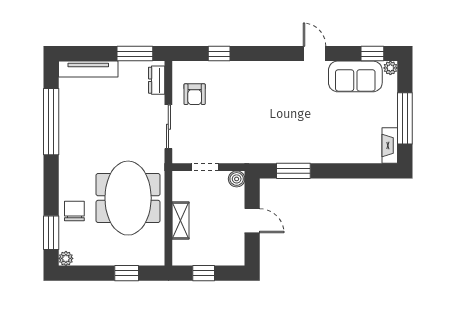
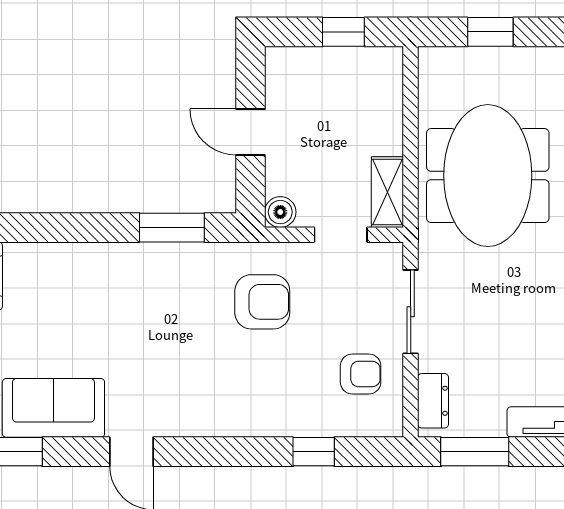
armchair: (195, 94) -> (361, 374), turned 90
armchair: (246, 132) -> (262, 302), added
shelving: (181, 220) -> (387, 192), moved

